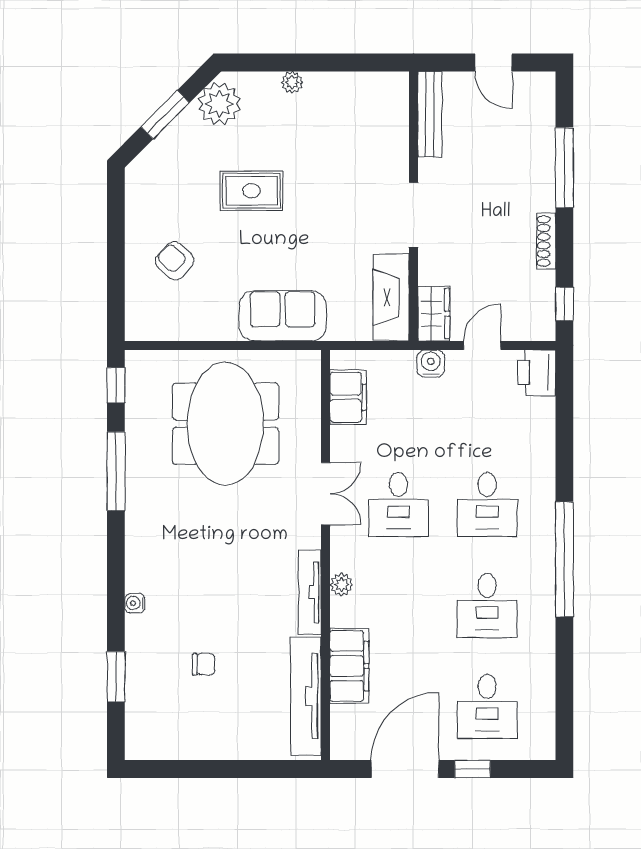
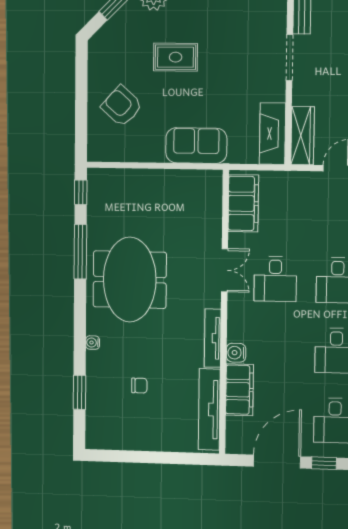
doorway: (413, 215) -> (289, 58), moved
armchair: (175, 261) -> (122, 106), width x1.38, depth x1.38
wardrobe: (434, 314) -> (303, 136), width x1.50
water cooler: (431, 364) -> (236, 353), moved, turned -90
filing cabinet: (348, 397) -> (243, 203), width x1.50, depth x1.17
meeting table: (226, 424) -> (130, 280), moved
plant: (342, 585) -> (235, 334), removed

